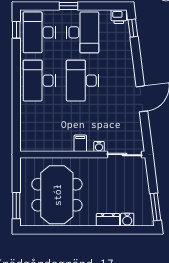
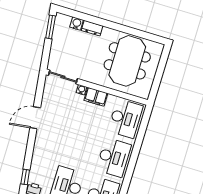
desk: (83, 81) -> (125, 118), moved
filing cabinet: (80, 143) -> (96, 97), width x2.00
window: (16, 206) -> (163, 62), removed

